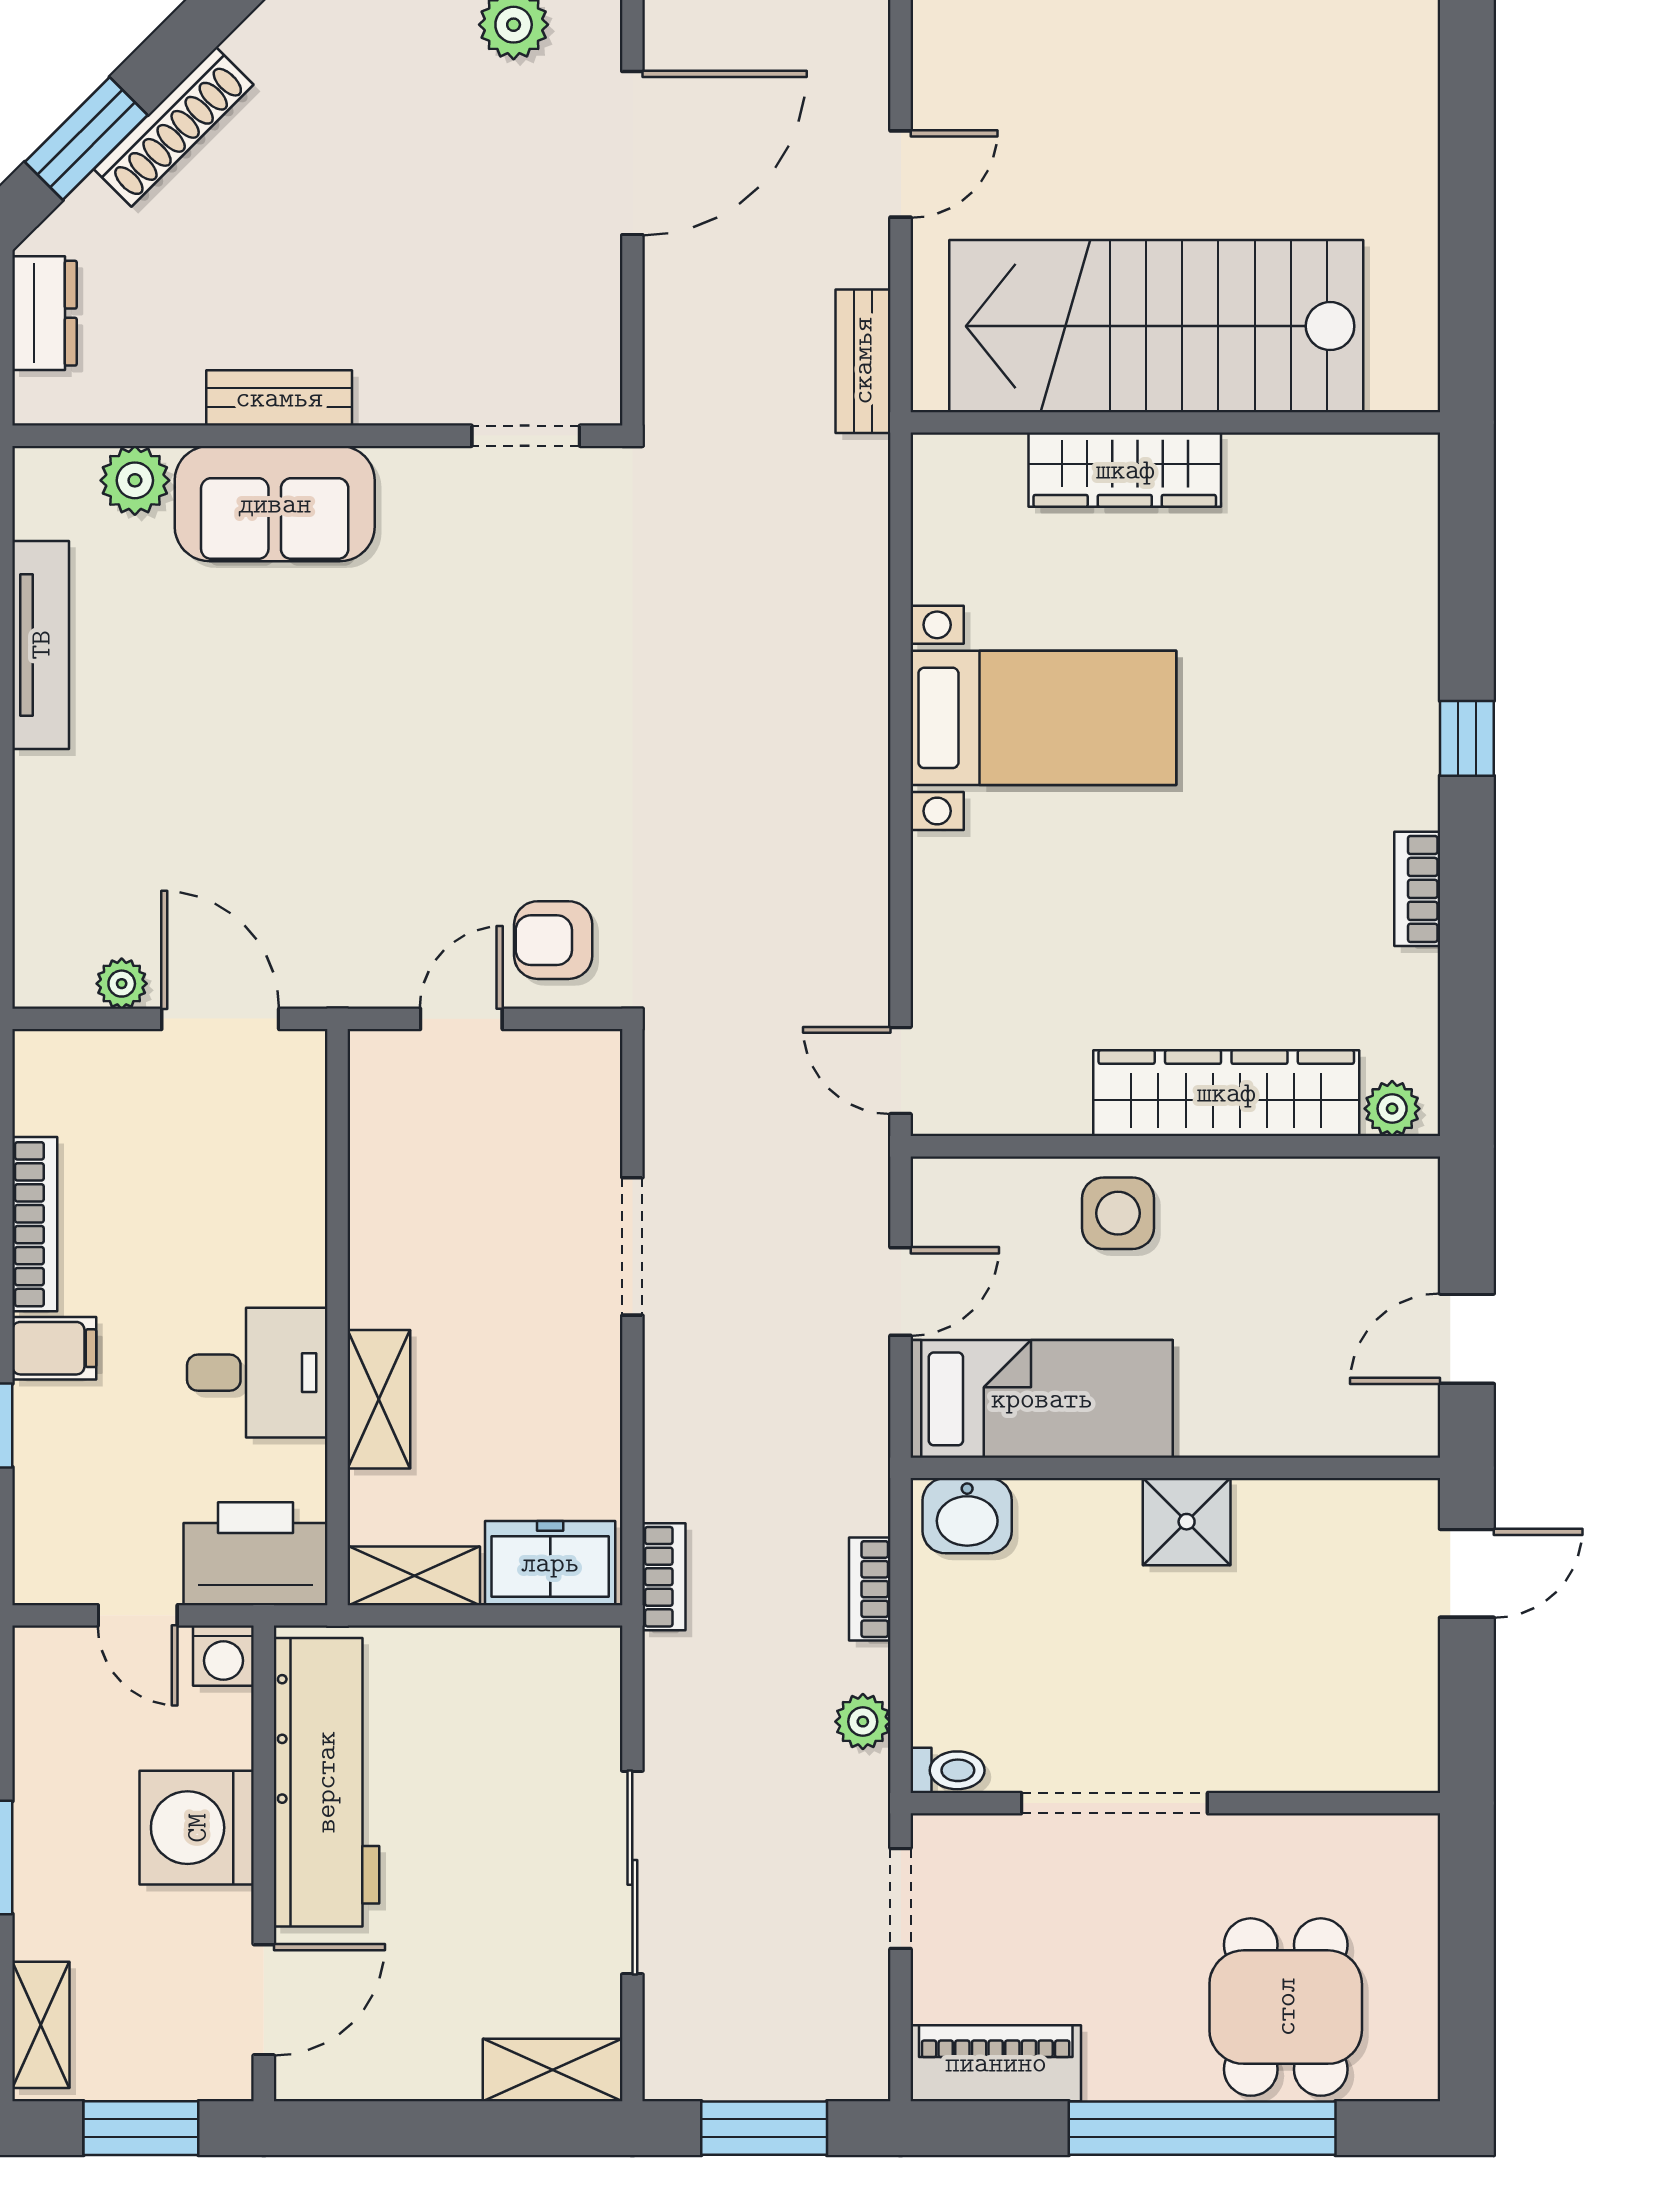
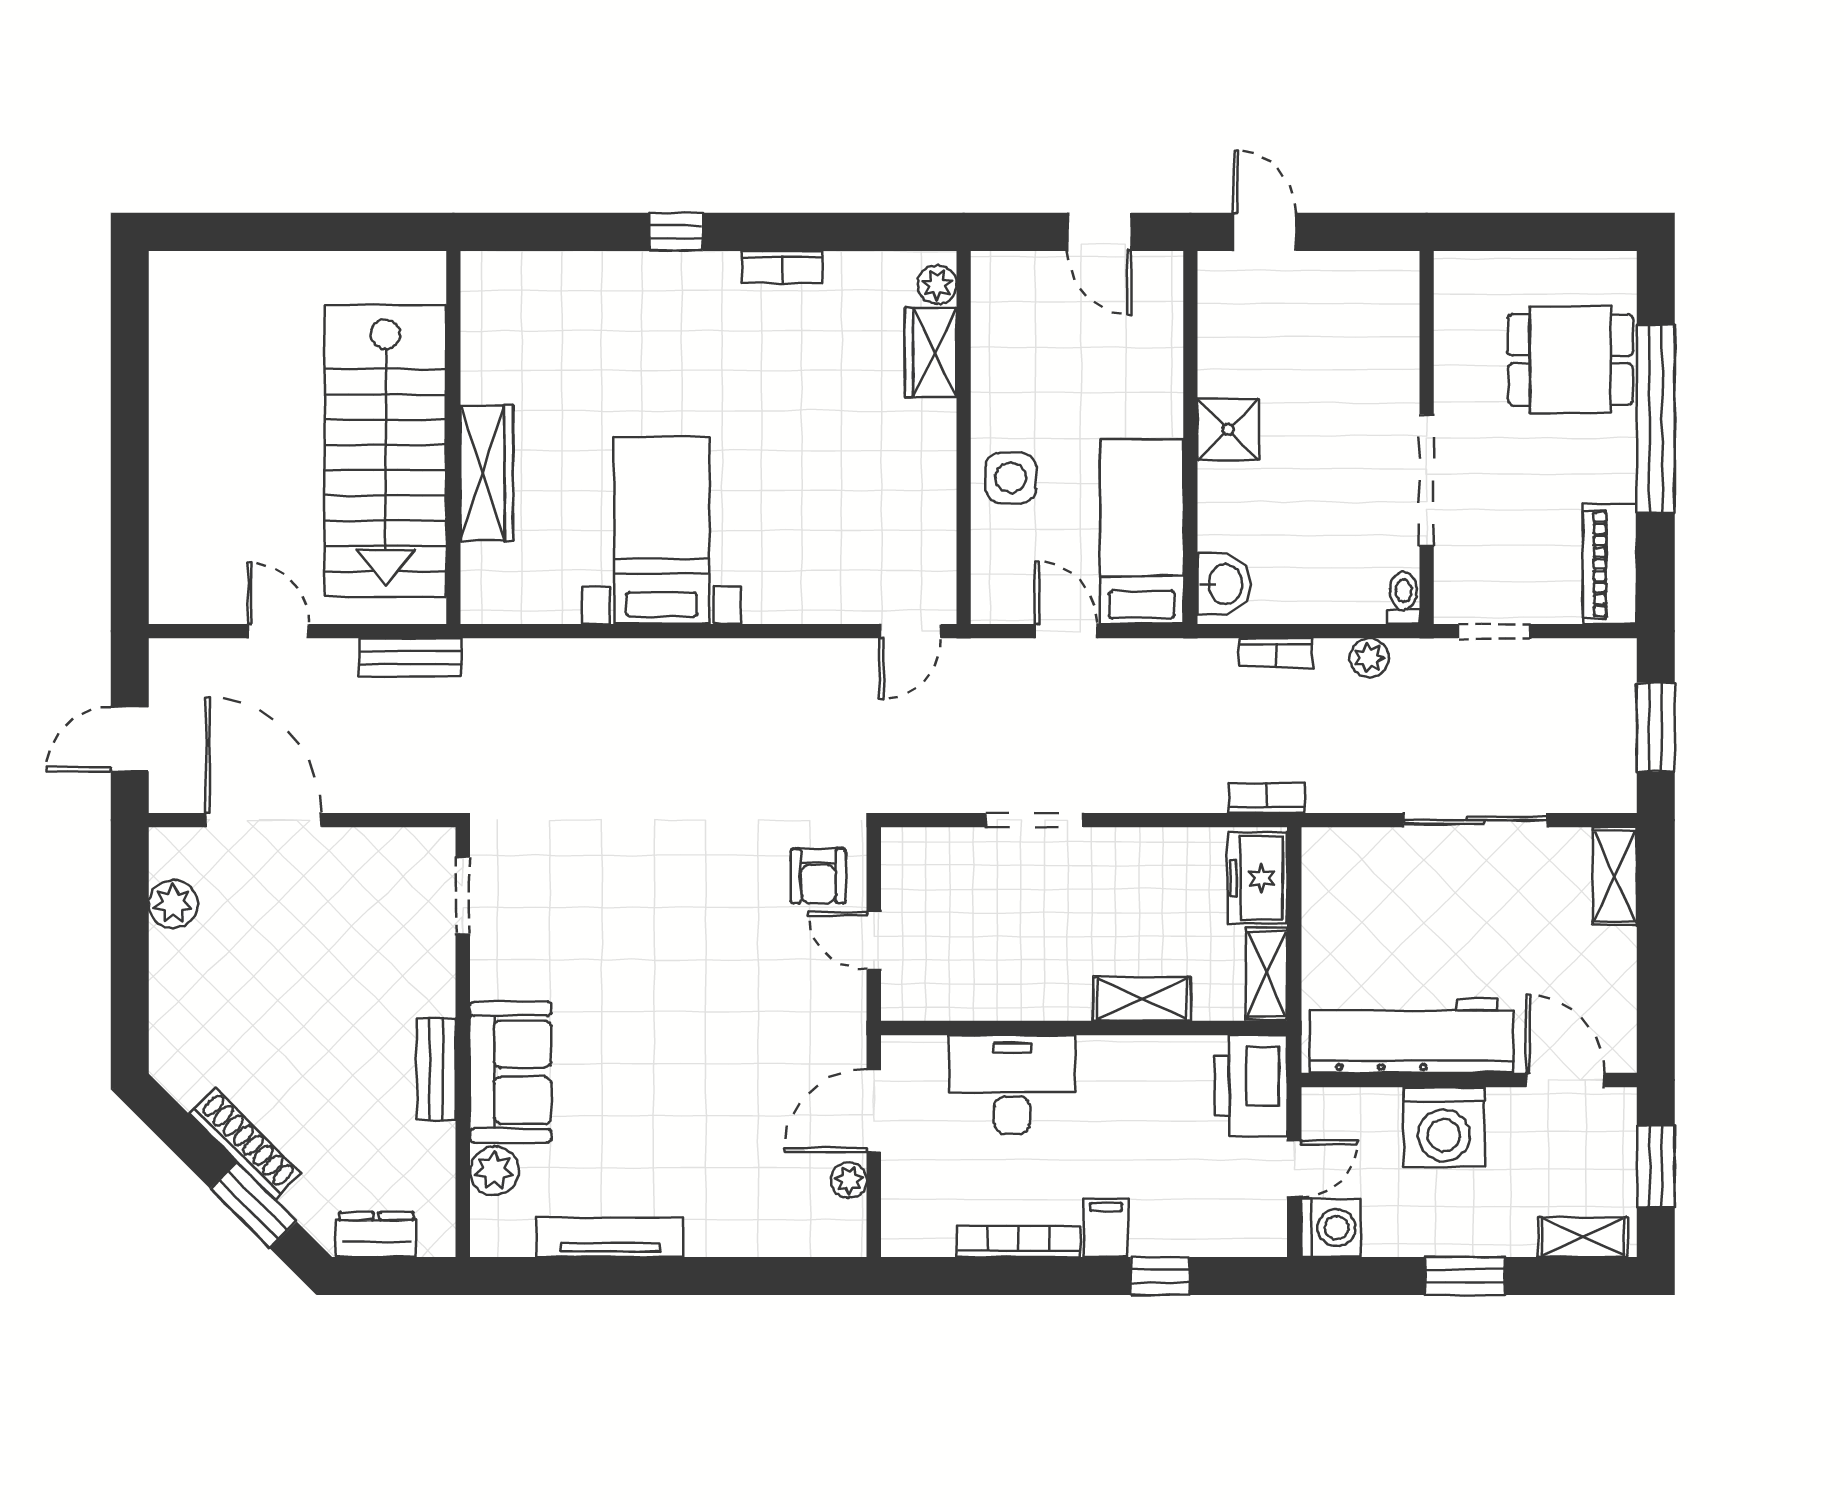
wardrobe: (1226, 1093) -> (931, 352), width x0.48, depth x0.85
desk: (257, 1373) -> (1012, 1085), moved, width x1.37
washing machine: (223, 1656) -> (1331, 1228), moved, width x1.38, depth x1.38

